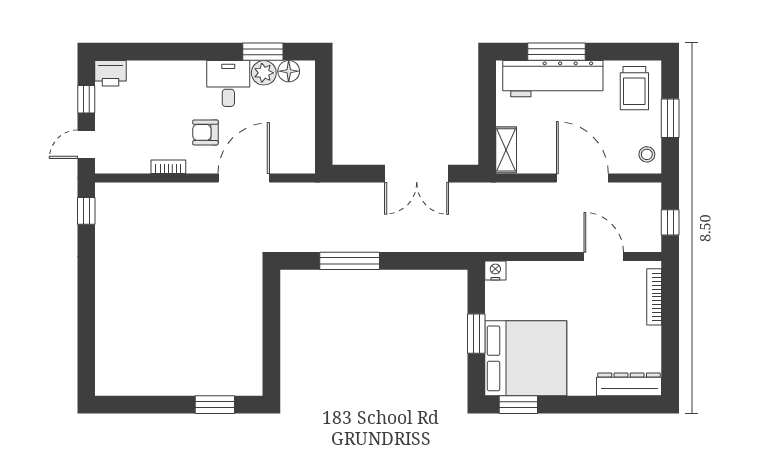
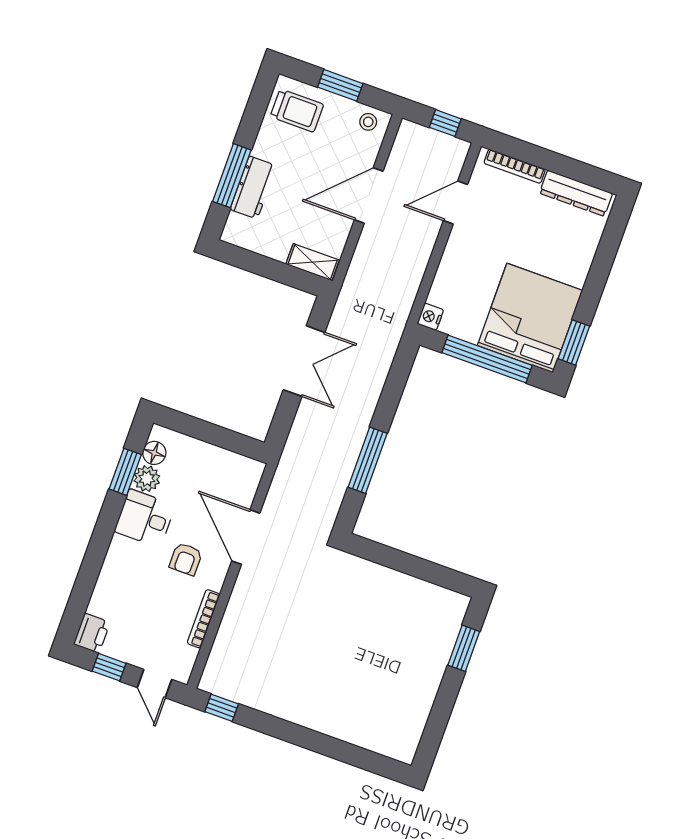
workbench: (553, 79) -> (253, 188), width x0.53, depth x0.76
bookcase: (168, 167) -> (203, 619), width x1.56
window: (476, 334) -> (487, 359), width x2.11
dresser: (629, 384) -> (576, 193), moved, turned -90

